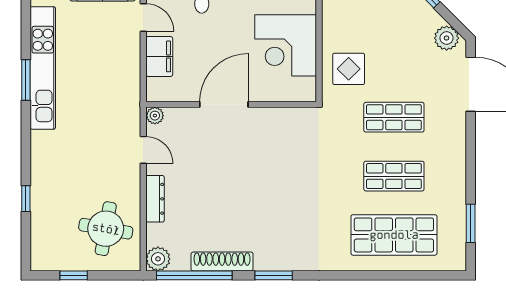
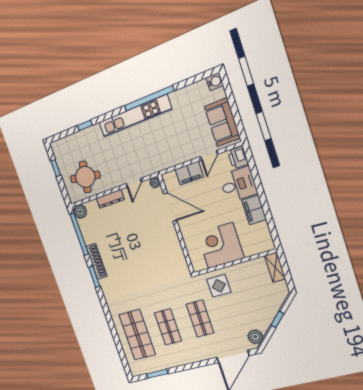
kitchen unit: (43, 68) -> (135, 116), moved
window: (26, 80) -> (149, 98), width x2.11
door: (224, 104) -> (170, 207), moved
shoe rack: (222, 262) -> (96, 261), moved

